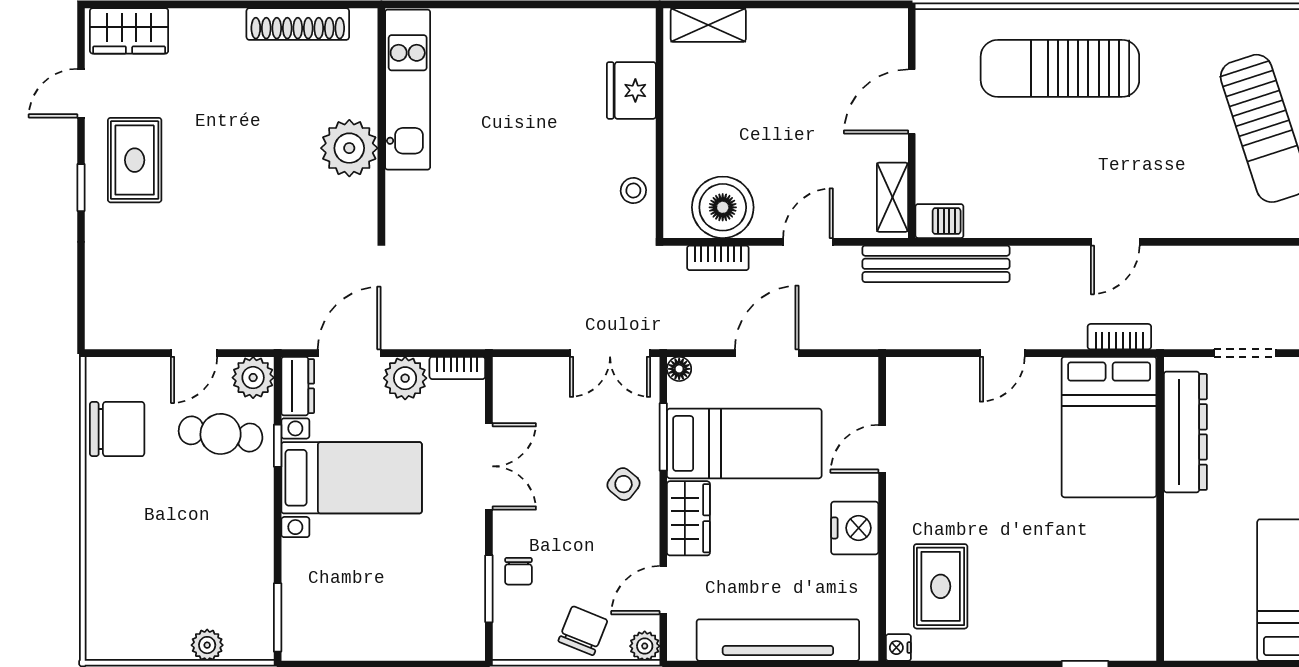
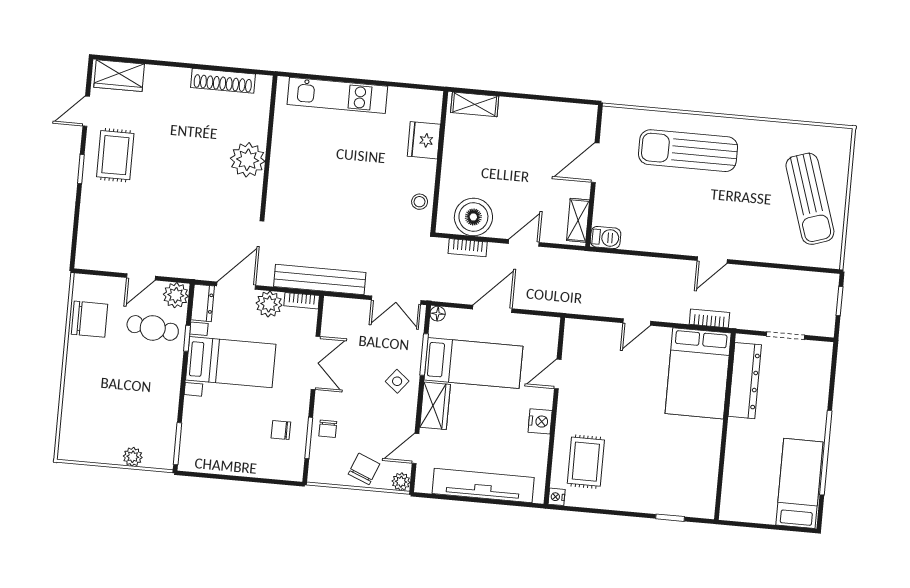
kitchen unit: (408, 90) -> (337, 95), moved, turned 90
bench: (936, 264) -> (320, 280), moved
nightstand: (855, 528) -> (540, 421), width x0.74, depth x0.75
chair: (443, 580) -> (281, 430), added

